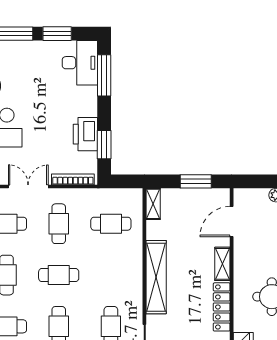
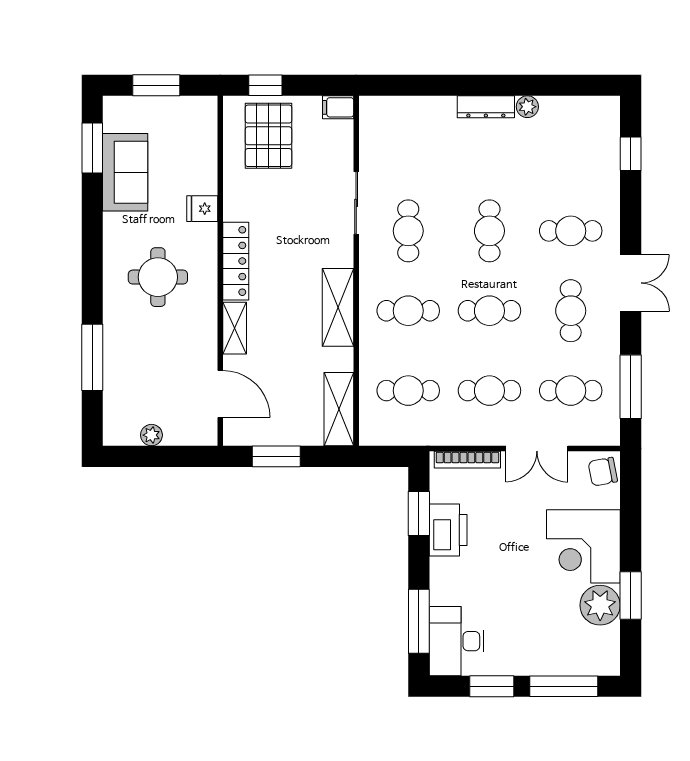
shelving: (153, 204) -> (339, 409), width x1.50, depth x1.33
door: (232, 222) -> (220, 394), hinge flipped
cafe table: (59, 224) -> (489, 391), turned 90
cafe table: (111, 275) -> (408, 311), added
shelving: (156, 277) -> (338, 307), width x0.68

